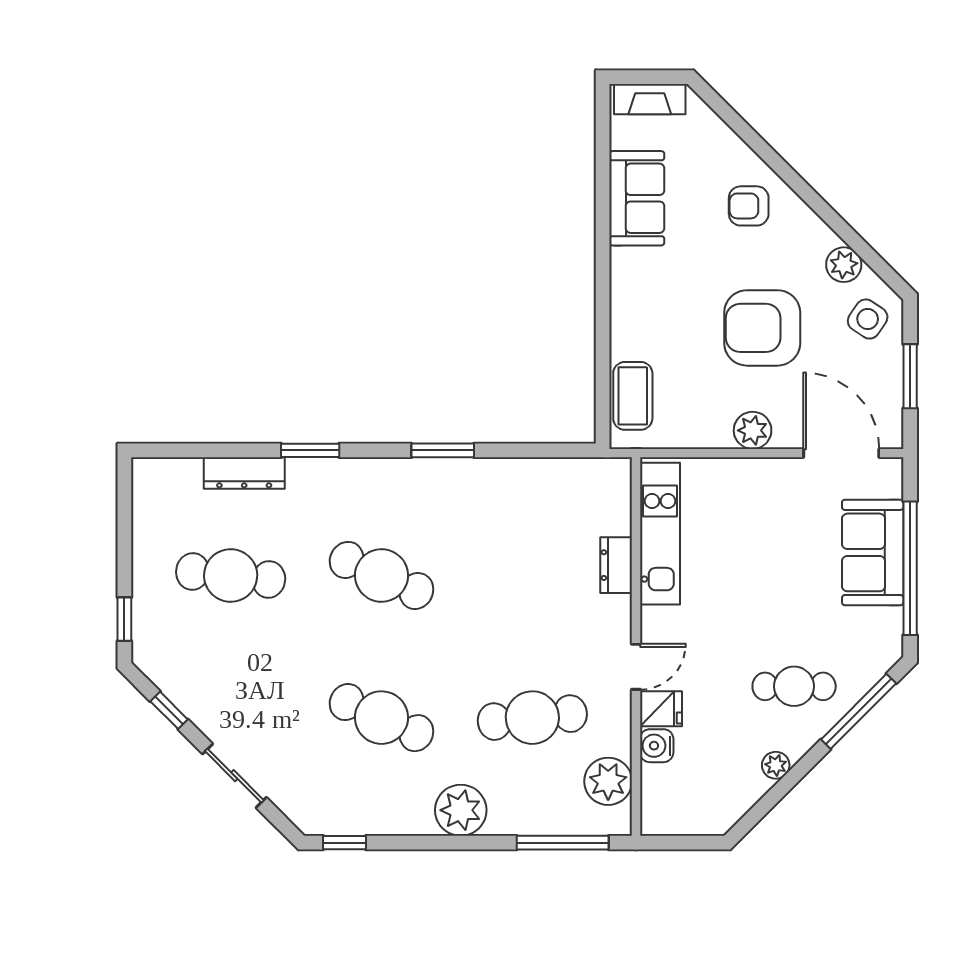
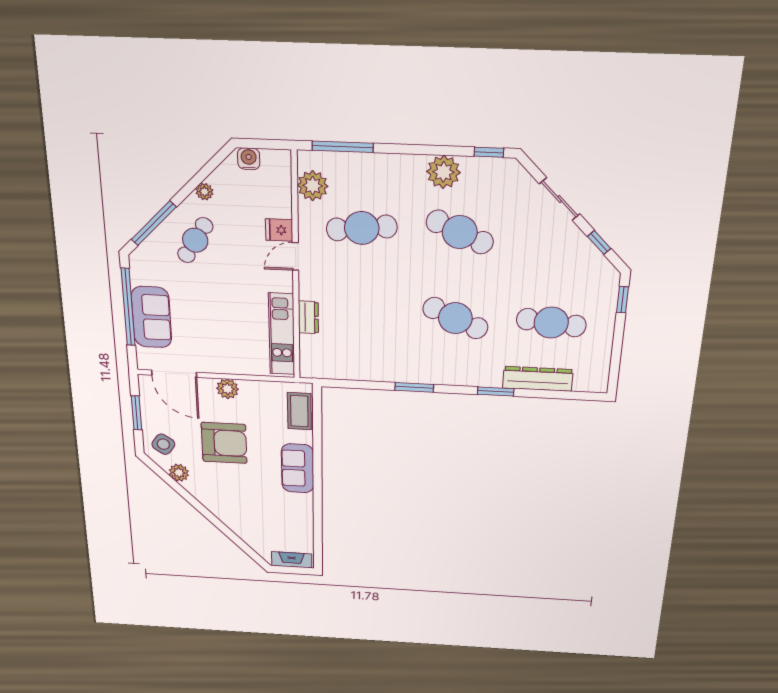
sofa: (637, 198) -> (298, 468), moved
armchair: (749, 206) -> (234, 505), removed
dresser: (244, 473) -> (538, 379), width x1.37, depth x1.24
cafe table: (794, 686) -> (195, 240), turned -58
water cooler: (657, 746) -> (249, 159), moved, turned -90
plant: (461, 810) -> (443, 172), moved

